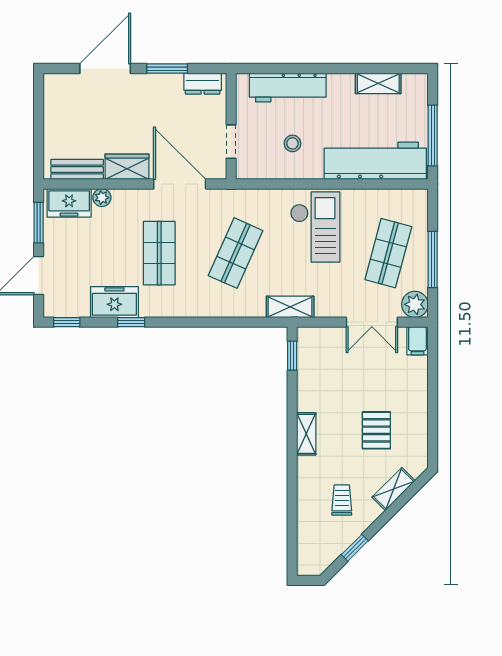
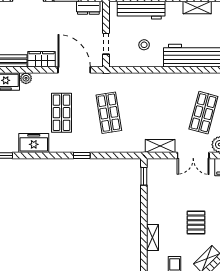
checkout: (315, 227) -> (158, 97), removed
shop shelf: (236, 253) -> (109, 113), turned -33
shelving: (290, 307) -> (160, 146), moved
window: (131, 322) -> (82, 155), moved
shelving: (306, 434) -> (153, 237), moved

